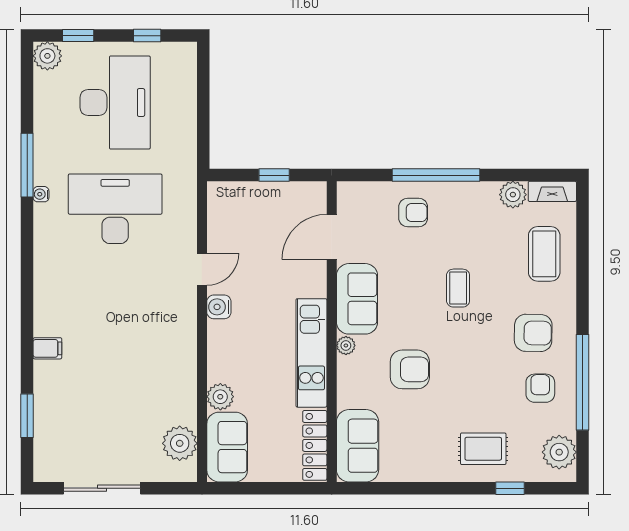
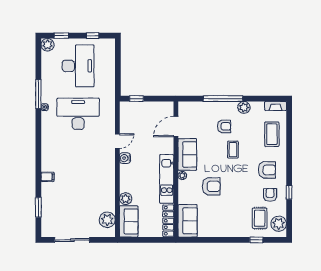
window: (274, 175) -> (137, 99), moved
plant: (513, 195) -> (244, 107), moved
armchair: (413, 213) -> (224, 126), moved
window: (582, 382) -> (289, 192), width x0.32
rug: (483, 449) -> (260, 218), moved, turned 90

